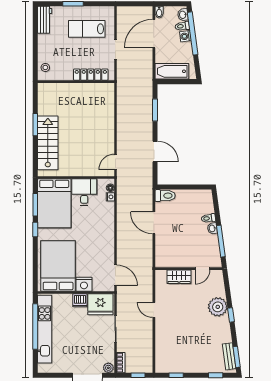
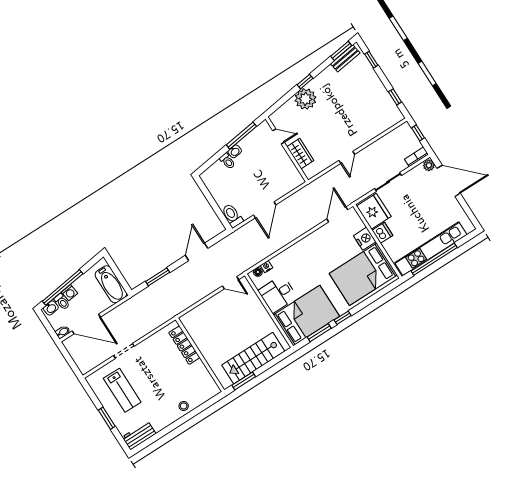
locker: (91, 75) -> (184, 345), moved
wall: (76, 82) -> (200, 355), moved

